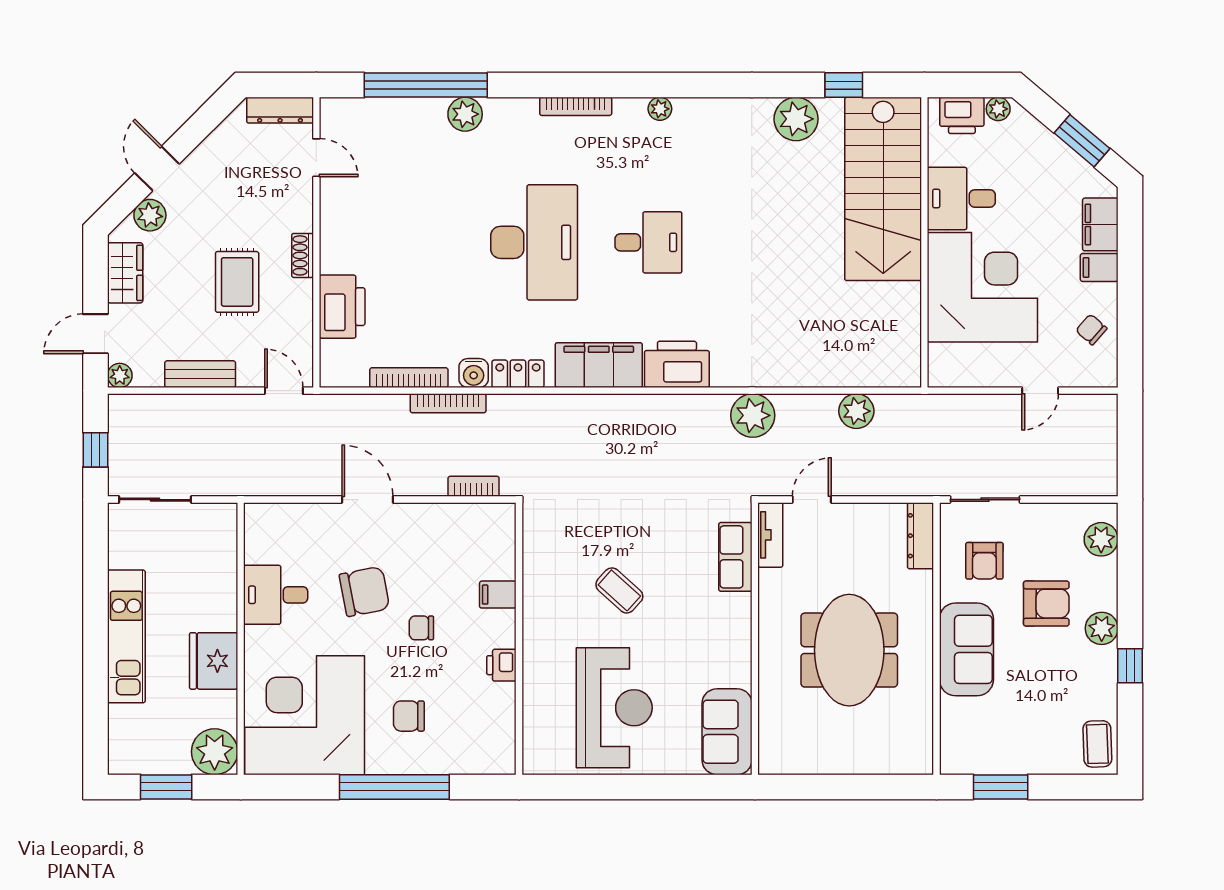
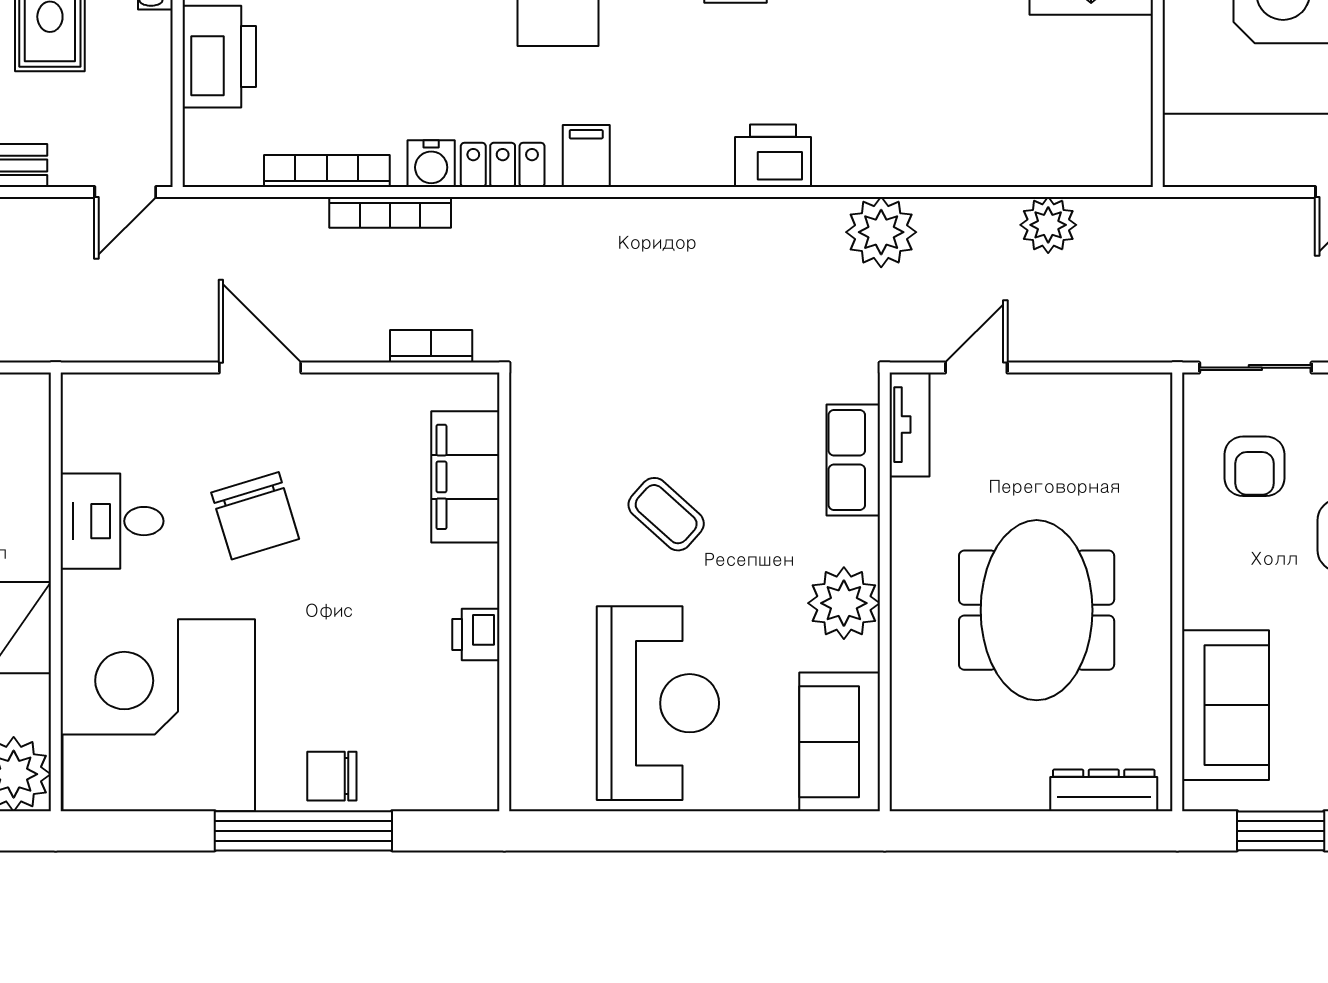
printer: (677, 364) -> (773, 156), width x0.73, depth x0.84
filing cabinet: (599, 365) -> (586, 156), width x0.33, depth x0.86
door: (284, 391) -> (125, 192), swing flipped
dresser: (920, 536) -> (1104, 790), moved, turned 90
chair: (364, 591) -> (255, 516), turned 84
filing cabinet: (498, 595) -> (465, 477), width x3.00, depth x1.17
chair: (421, 628) -> (347, 574), removed
plant: (730, 646) -> (844, 603), added
sofa: (966, 649) -> (1225, 705), moved
chair: (409, 716) -> (332, 776), moved

